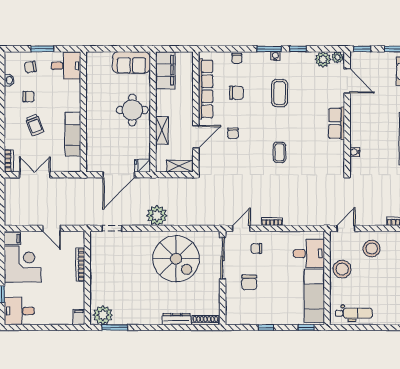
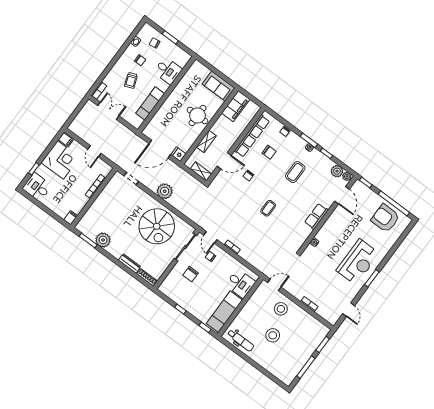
desk: (66, 66) -> (168, 71), moved
door: (241, 228) -> (210, 237), swing flipped
stool: (342, 269) -> (273, 335), moved
plant: (103, 315) -> (103, 240), moved

